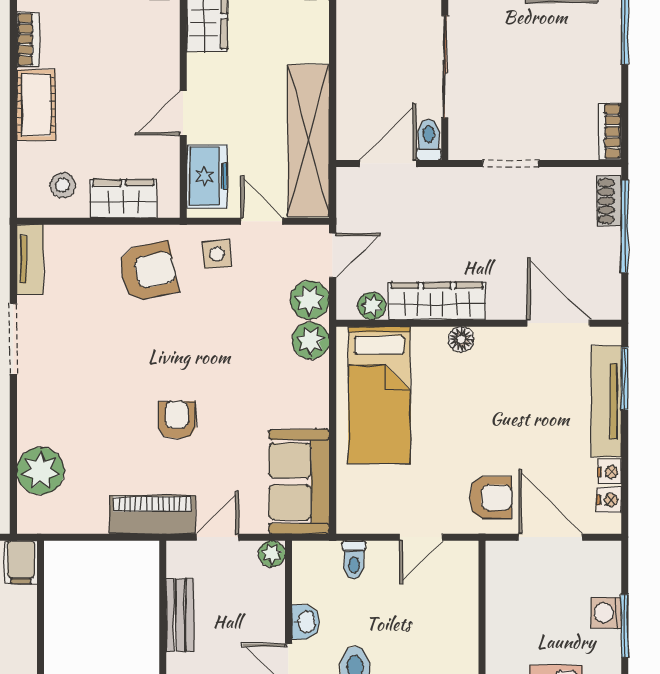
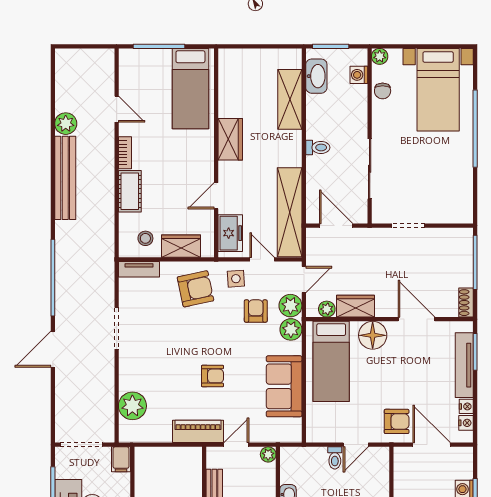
bookcase: (610, 131) -> (466, 207), removed
toilet: (429, 140) -> (318, 147), moved, turned 90
door: (388, 164) -> (336, 226), hinge flipped
shoe rack: (609, 201) -> (466, 303), moved
tv unit: (30, 260) -> (139, 269), moved, turned 90
wardrobe: (437, 301) -> (355, 306), width x0.67
armchair: (251, 309) -> (256, 311), added
door: (558, 323) -> (416, 319), moved
floor lamp: (461, 339) -> (373, 335), width x1.89, depth x1.89
armchair: (177, 420) -> (213, 376), turned 90
sofa: (299, 482) -> (284, 386), moved
toilet: (354, 560) -> (335, 458), moved

